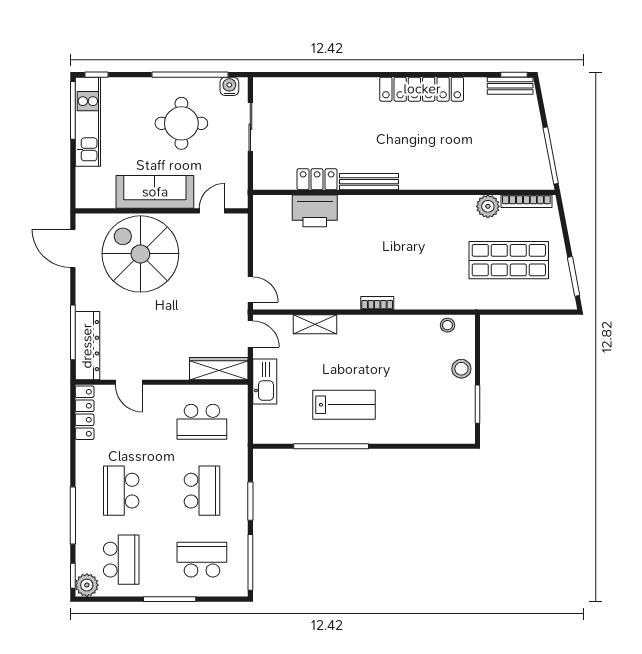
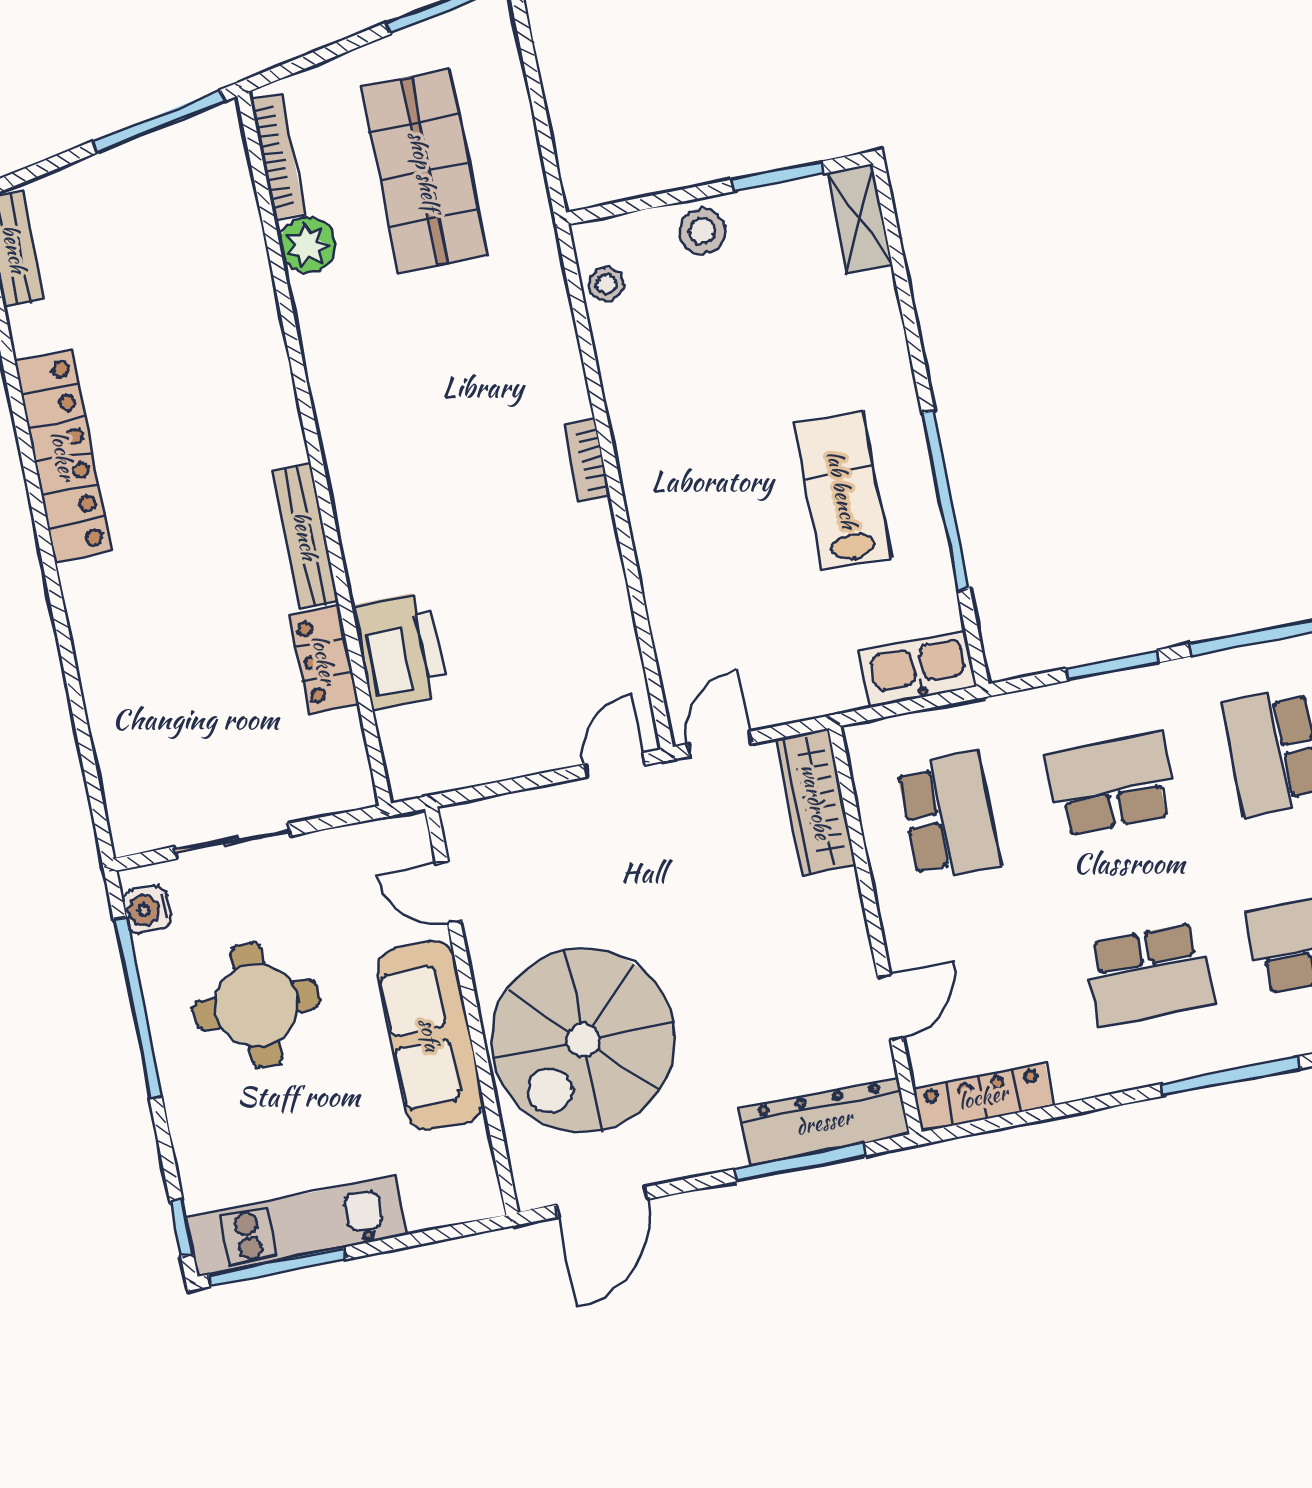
shelving: (315, 324) -> (860, 219), moved
kitchen sink: (265, 382) -> (918, 669), moved

